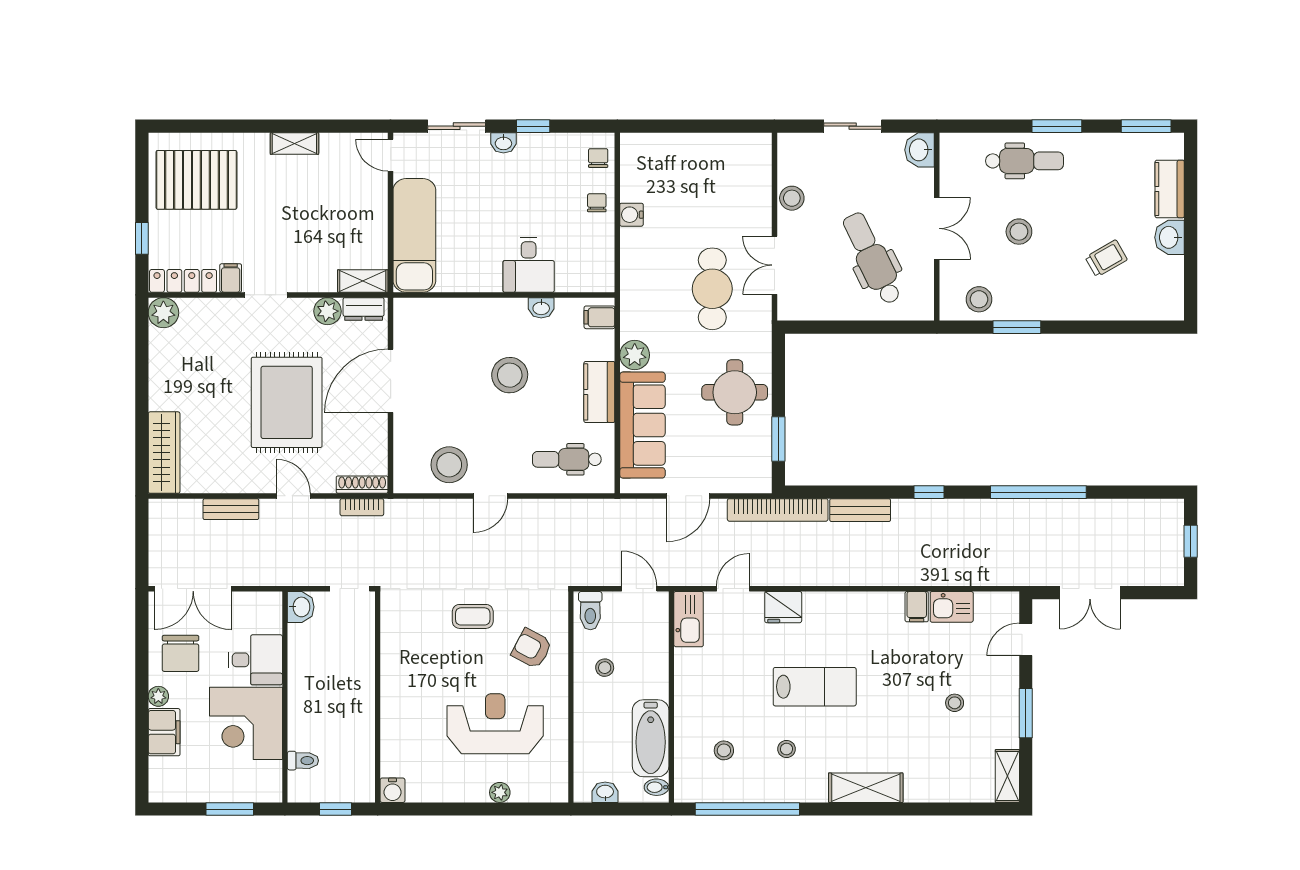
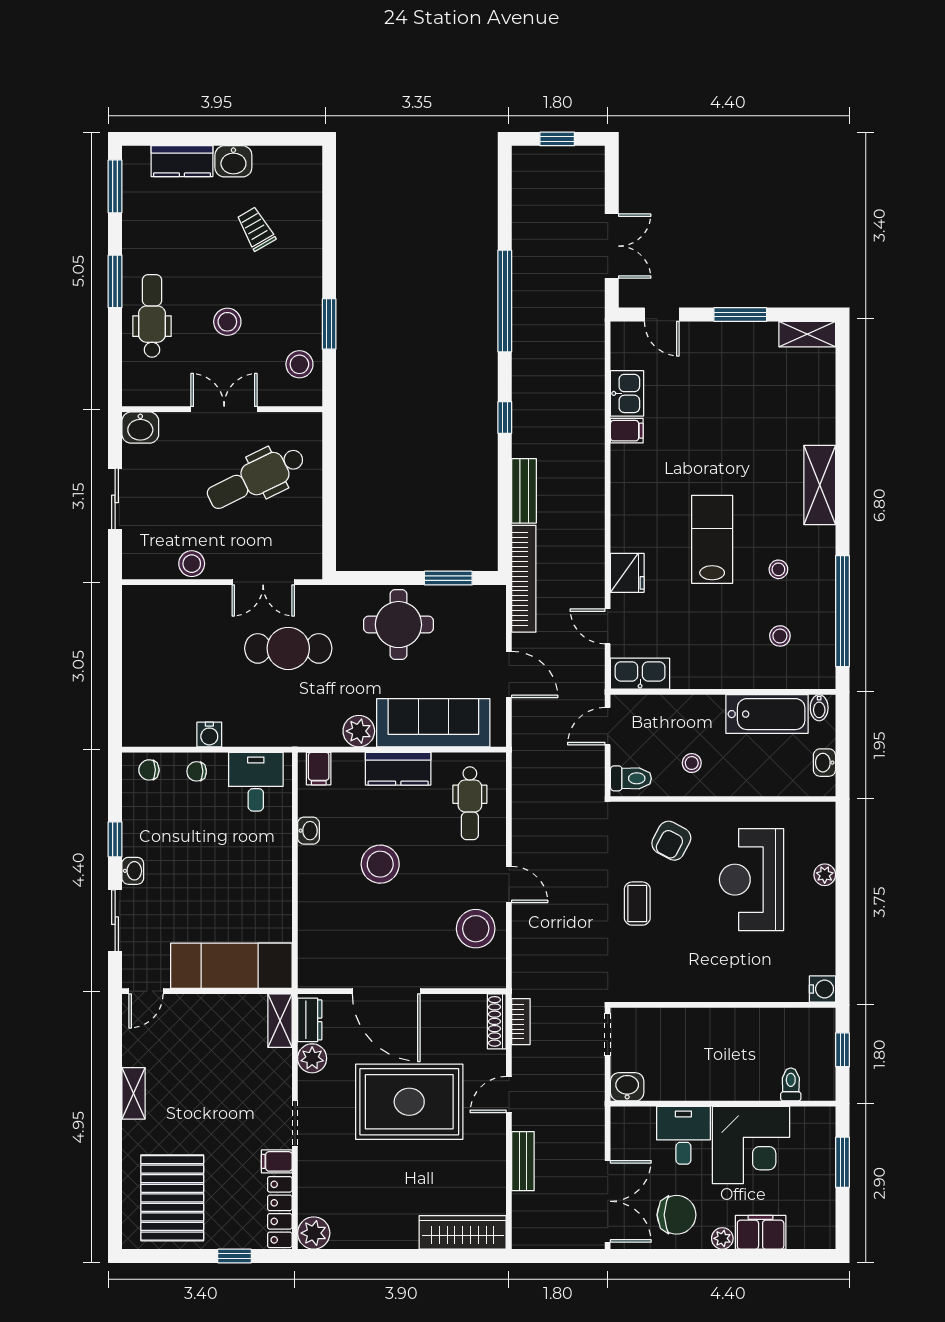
desk: (529, 265) -> (256, 782), moved, turned -90
stool: (955, 703) -> (729, 390), removed

